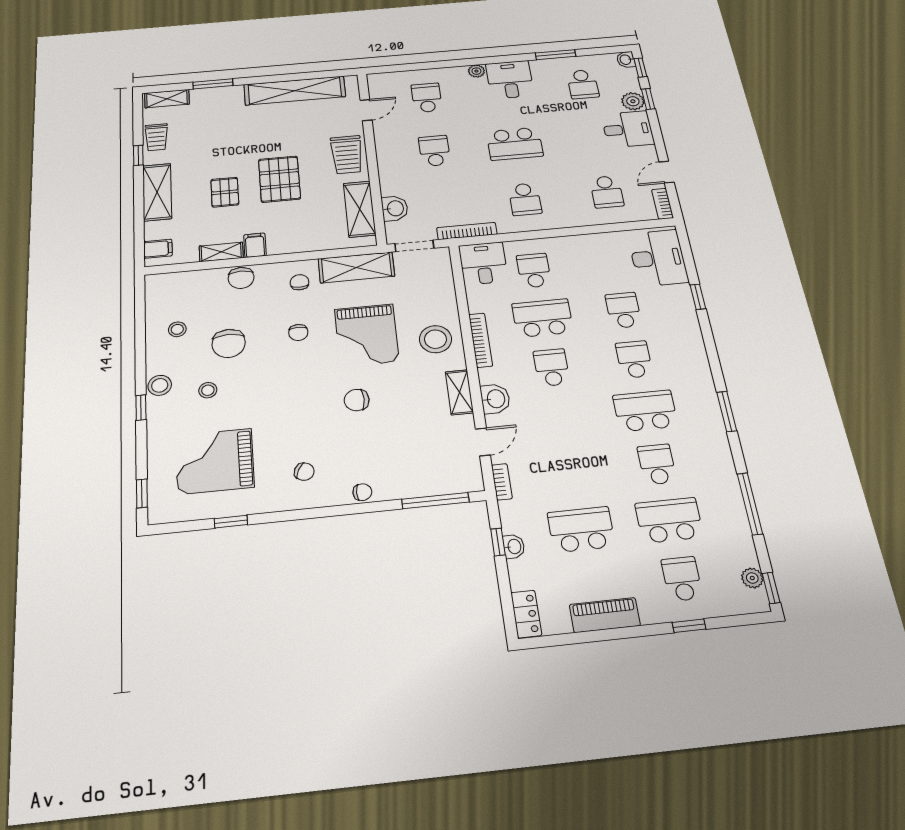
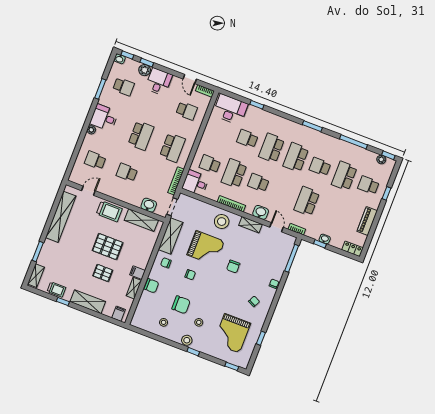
door: (366, 110) -> (88, 191), hinge flipped
school desk: (525, 199) -> (172, 148), width x1.85
school desk: (634, 359) -> (272, 148), width x1.85
school desk: (581, 529) -> (307, 201), moved

